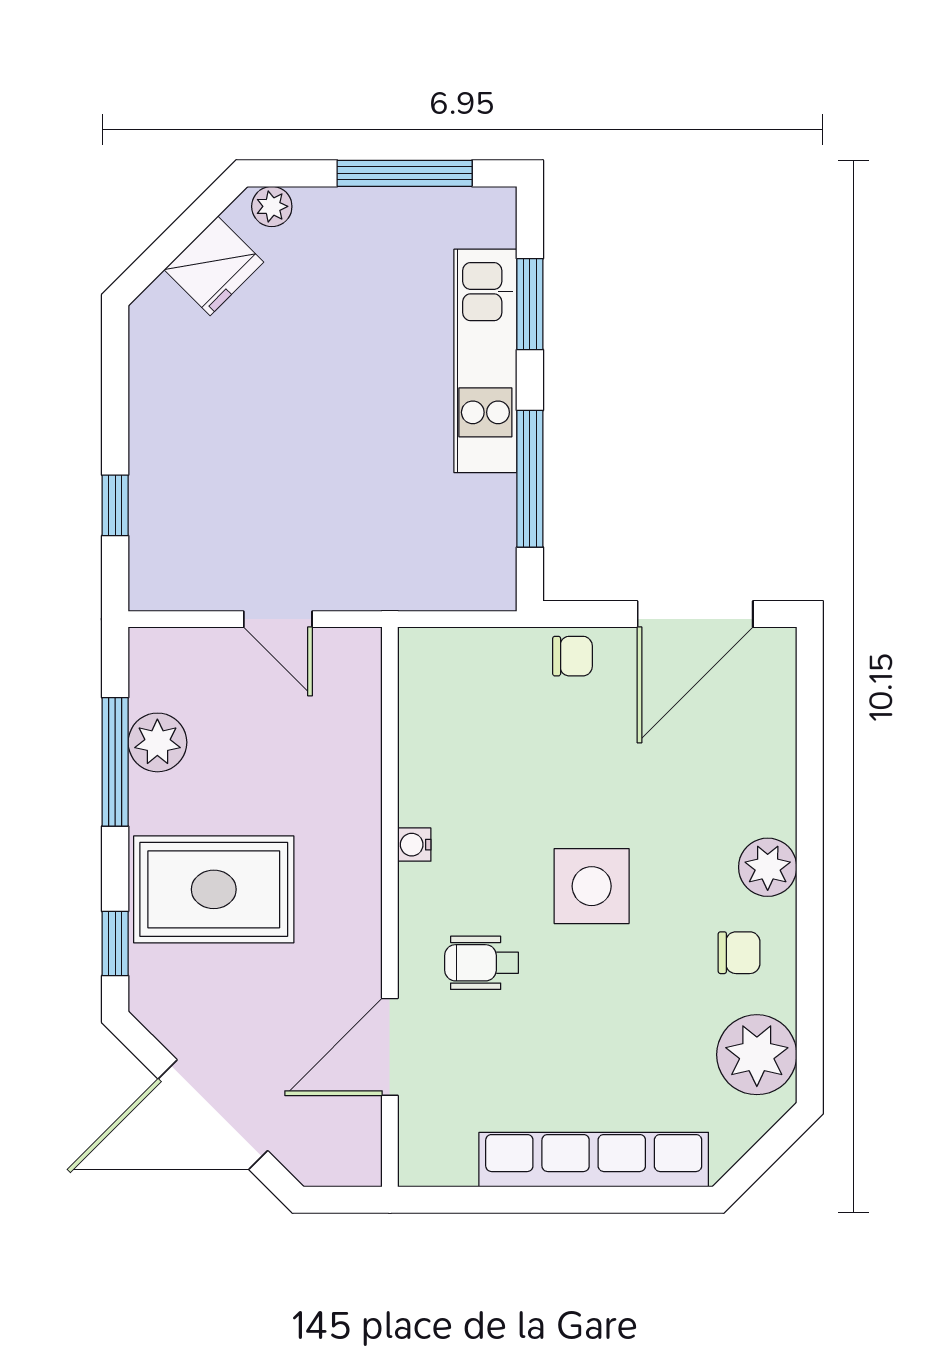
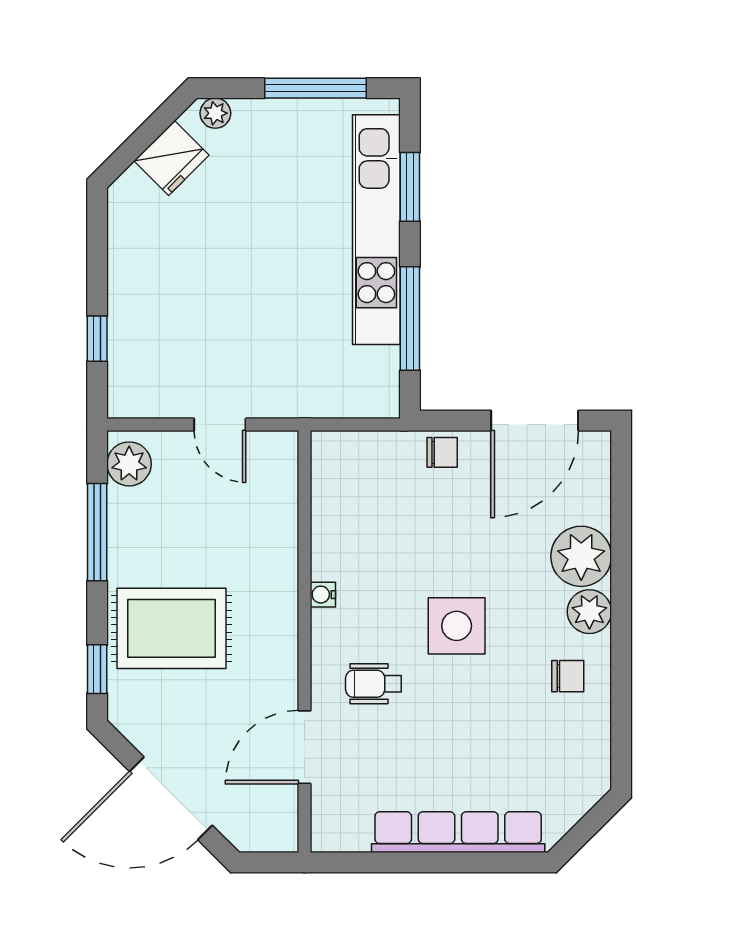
kitchen unit: (485, 361) -> (376, 230), width x1.36
plant: (157, 742) -> (129, 464), moved
plant: (757, 1055) -> (581, 556), moved

